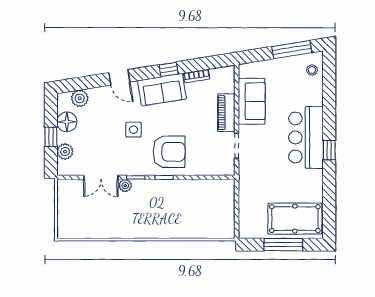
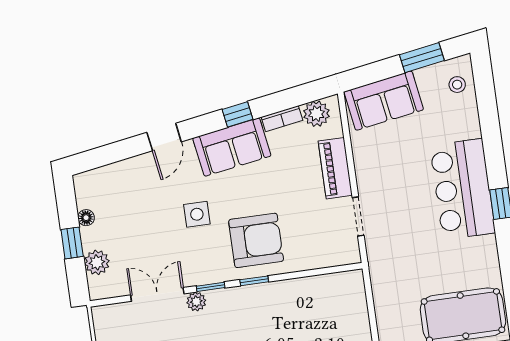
window: (292, 50) -> (422, 58), width x0.69
door: (119, 77) -> (164, 137), hinge flipped
plant: (80, 98) -> (316, 114), moved
sofa: (252, 101) -> (384, 101), moved, turned 81
floor lamp: (67, 122) -> (86, 218), width x0.53, depth x0.53
double door: (101, 177) -> (157, 294), swing flipped

